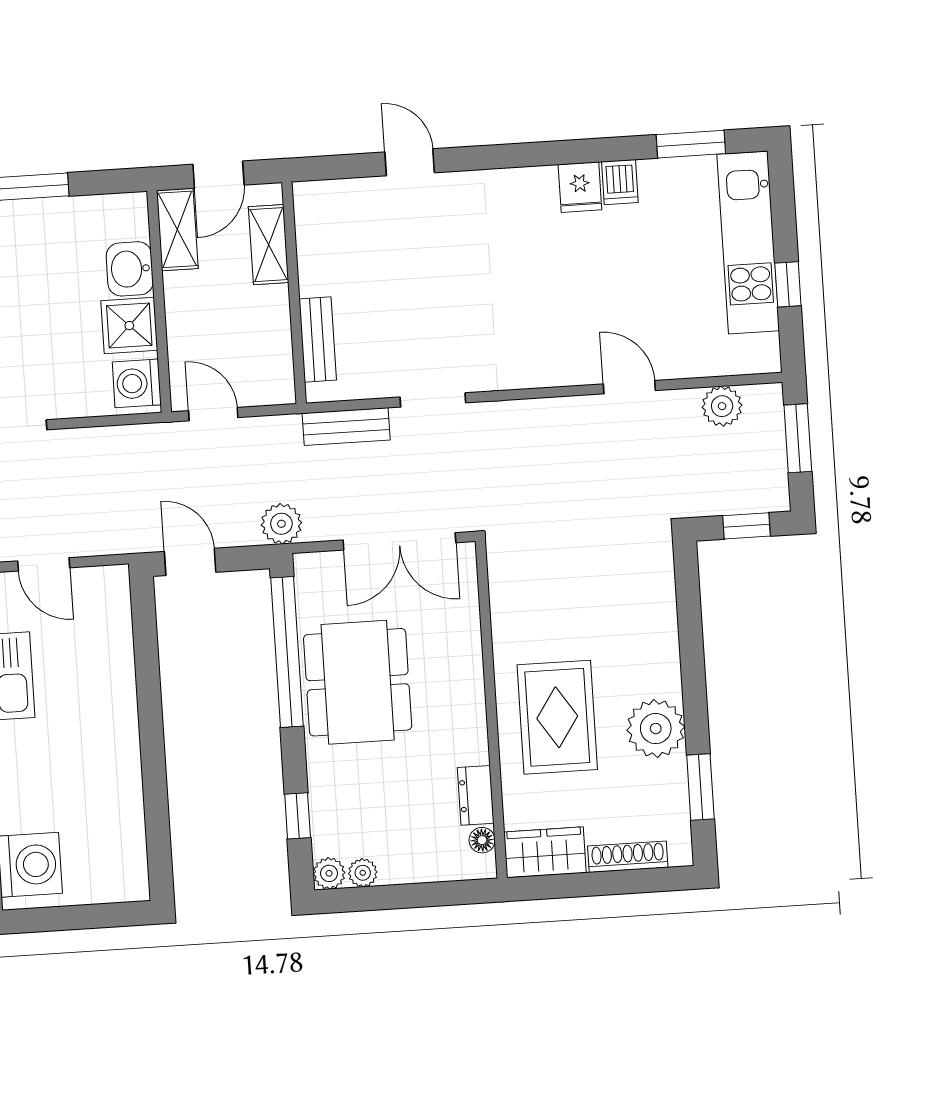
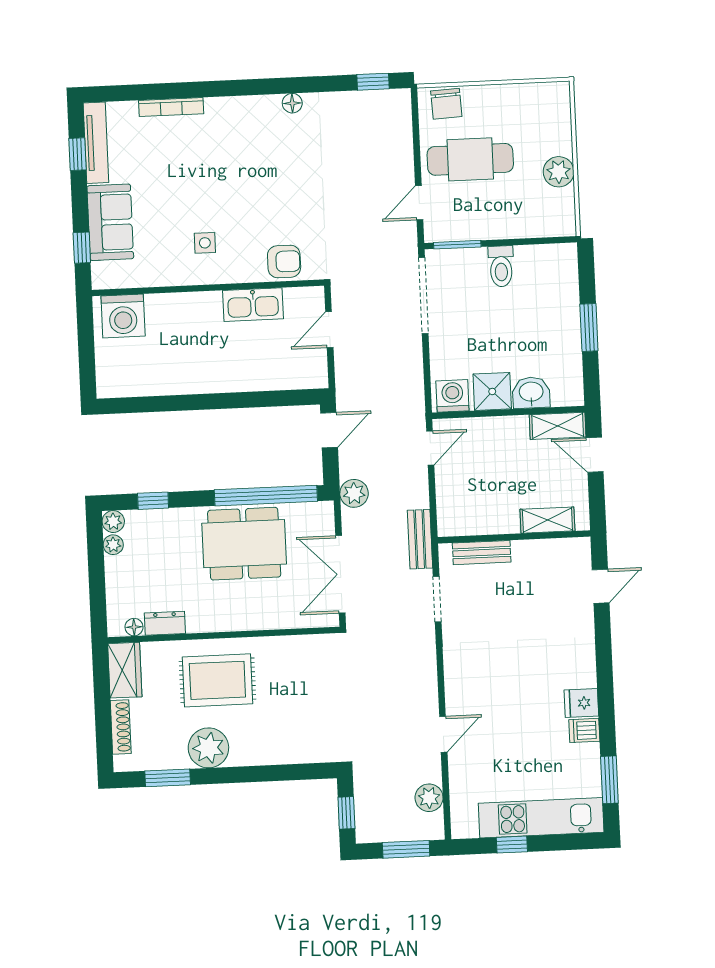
shelving: (269, 245) -> (547, 520), moved
wall: (294, 293) -> (514, 537), moved
bench: (318, 339) -> (482, 553), moved

